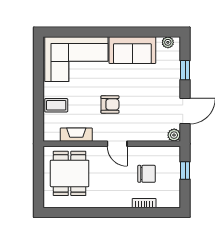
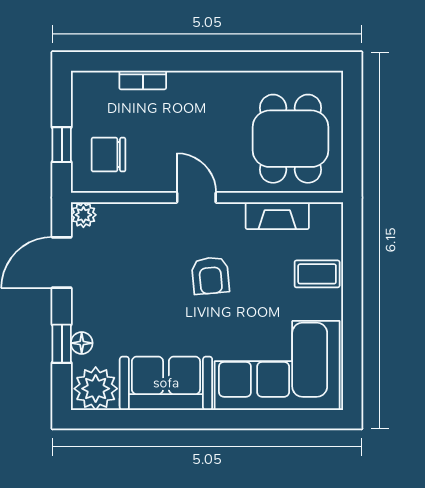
plant: (168, 42) -> (96, 389), width x1.87, depth x1.87
floor lamp: (175, 70) -> (82, 343), added
armchair: (110, 104) -> (210, 276), turned -95
chair: (147, 174) -> (108, 155), moved

